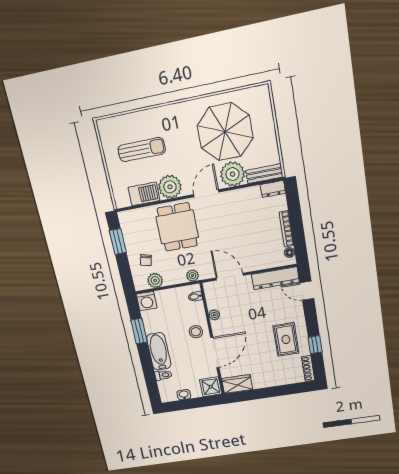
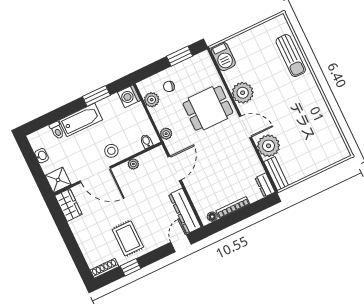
parasol: (225, 132) -> (303, 130), removed
sun lounger: (142, 150) -> (291, 56), moved
barbecue: (144, 194) -> (223, 57), moved
rug: (286, 339) -> (128, 238), turned 90

